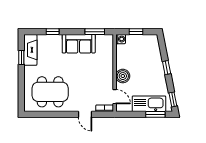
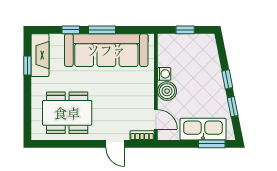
window: (95, 32) -> (102, 30), moved
washing machine: (121, 39) -> (164, 74), moved
sofa: (79, 44) -> (106, 50), width x1.85, depth x1.27
window: (173, 99) -> (233, 107), moved

